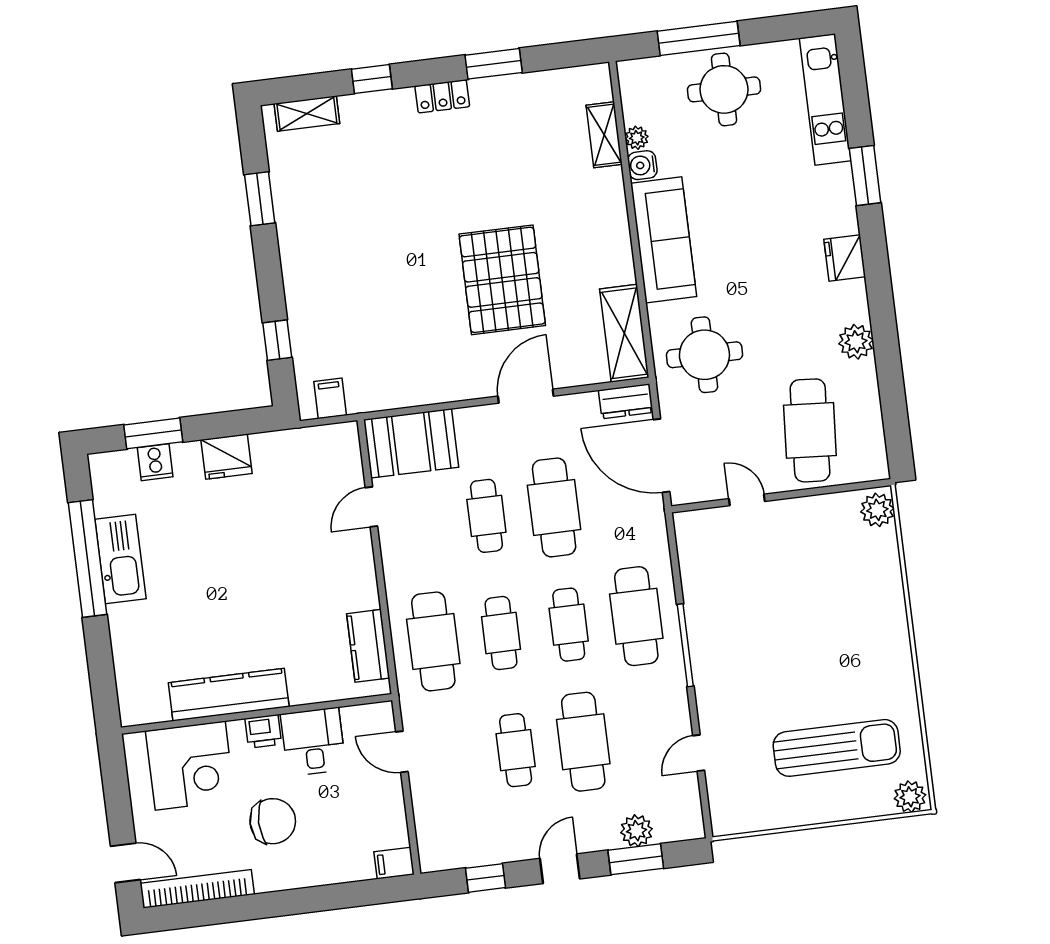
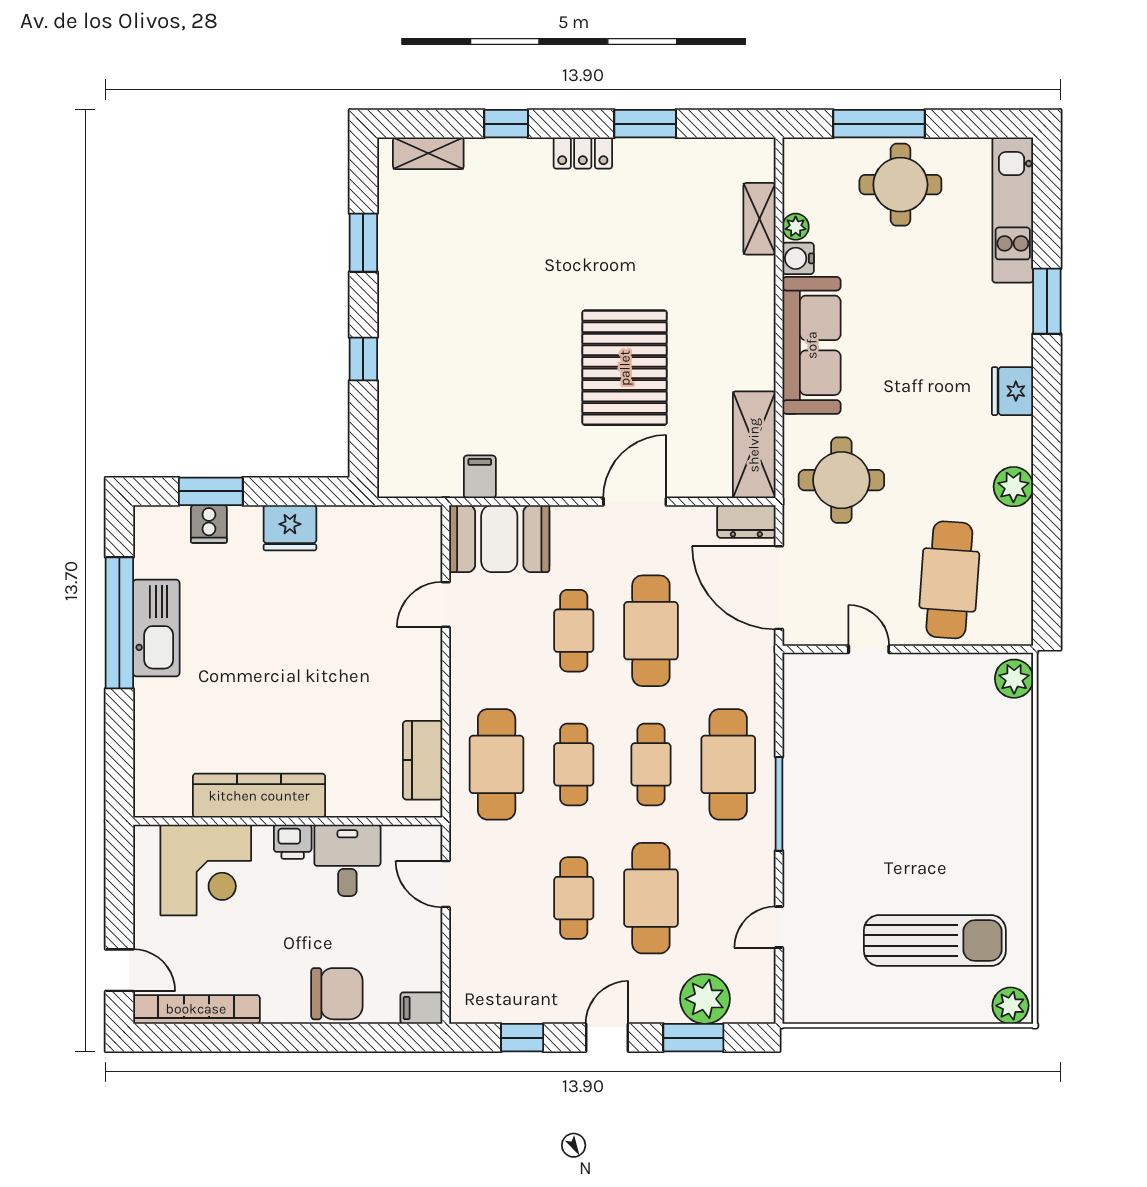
window: (277, 340) -> (363, 359), moved
filing cabinet: (330, 398) -> (480, 477), moved
chair: (273, 821) -> (337, 994), moved
plant: (637, 831) -> (705, 999), width x1.36, depth x1.36

